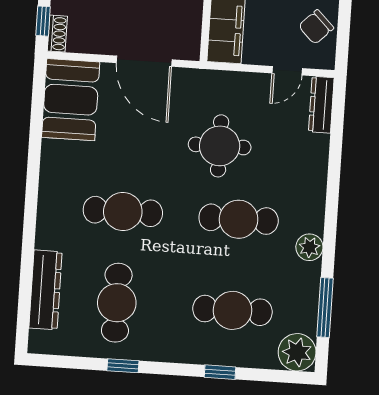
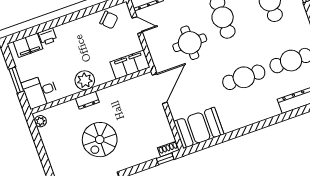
door: (144, 61) -> (160, 89), moved
cafe table: (123, 211) -> (244, 77), turned 90

